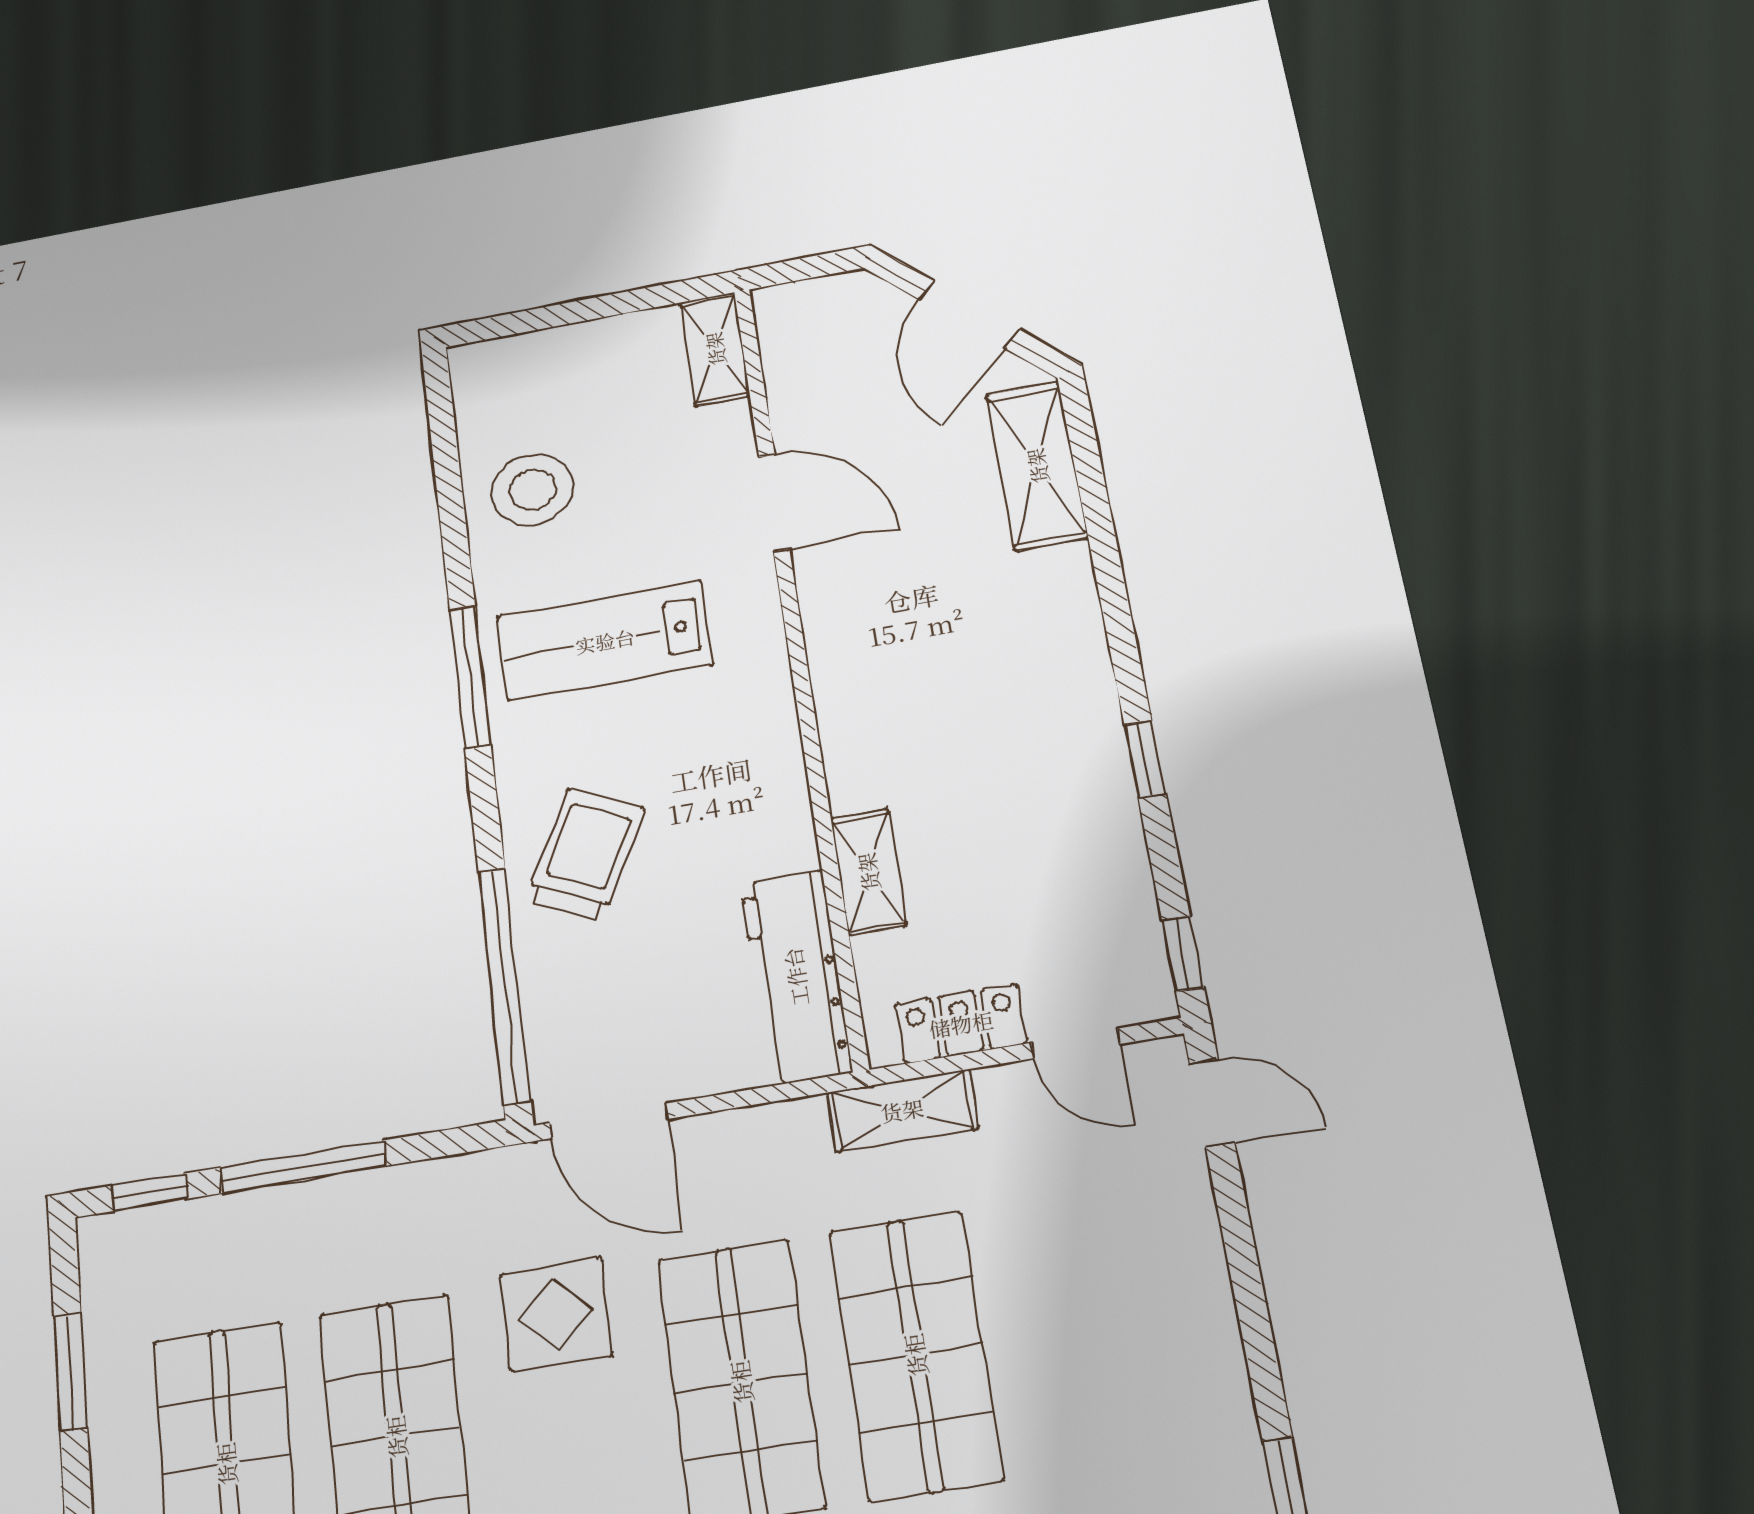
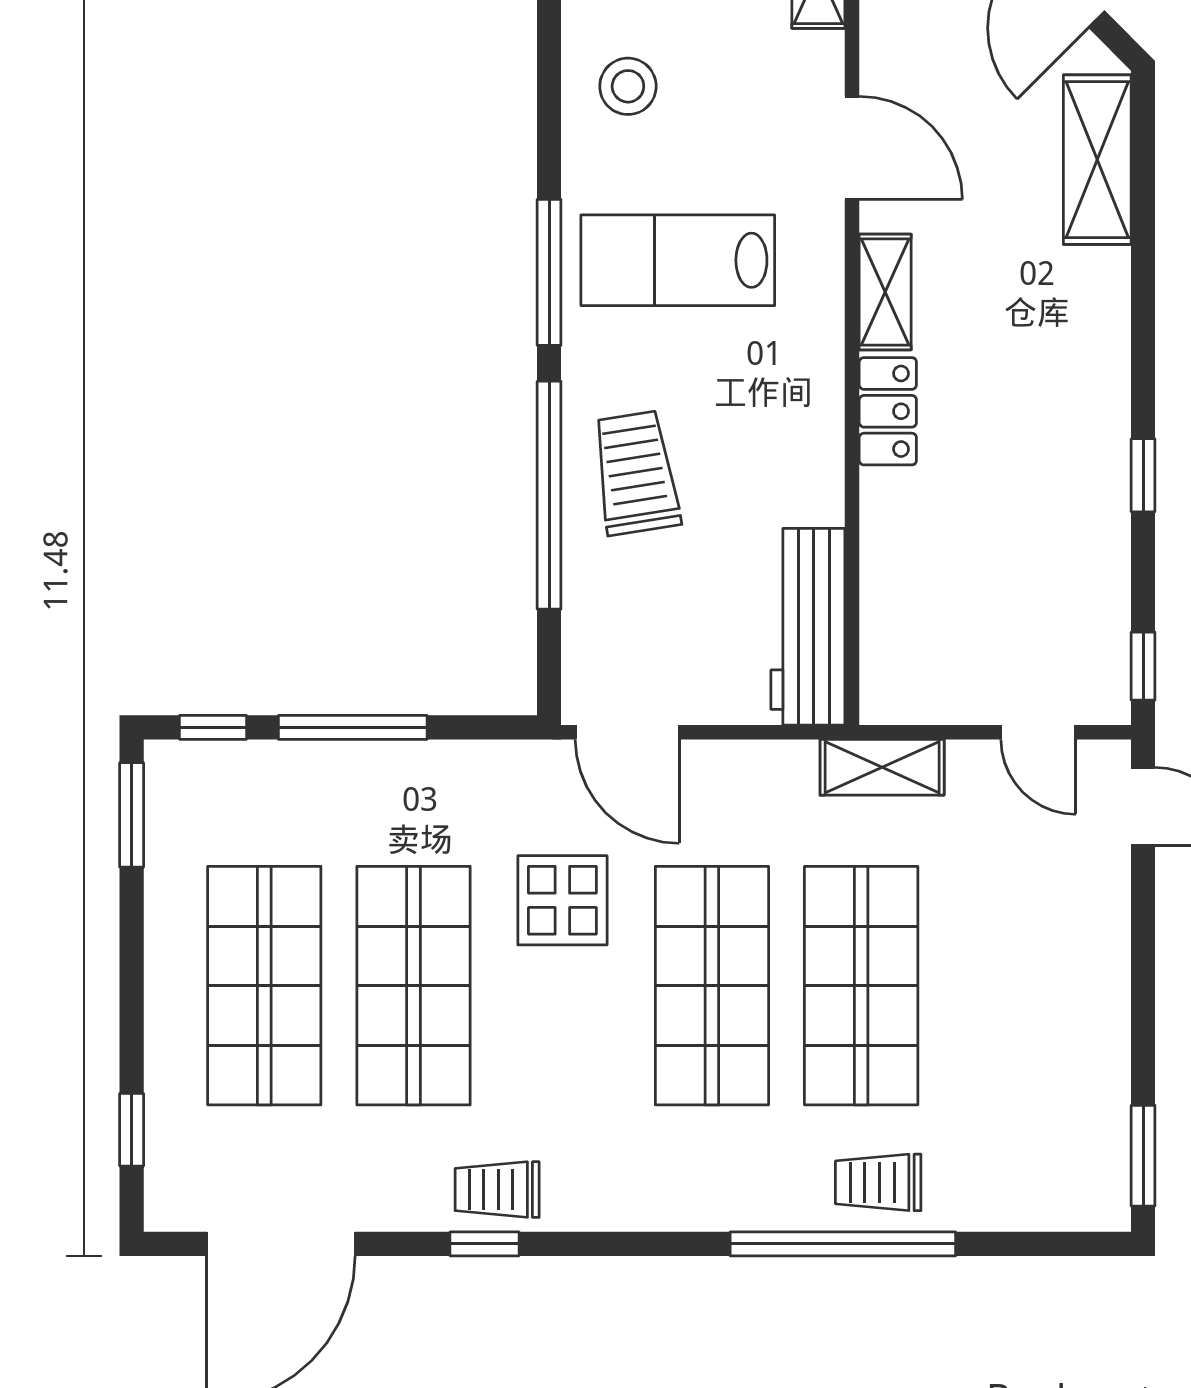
stool: (532, 490) -> (628, 86), width x0.73, depth x0.73
trolley: (585, 854) -> (636, 473), turned -35
shelving: (868, 872) -> (885, 292), moved
window: (504, 985) -> (549, 495), moved
locker: (961, 1024) -> (888, 411), moved, turned 90
window: (70, 1371) -> (132, 815), moved

